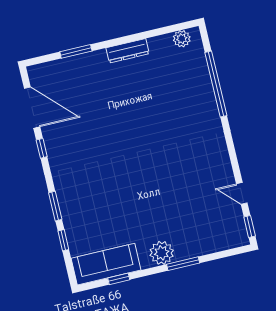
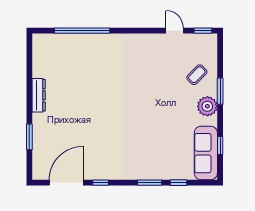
plant: (182, 39) -> (39, 49), removed
door: (242, 193) -> (175, 31), swing flipped
coffee table: (196, 232) -> (197, 75), added

